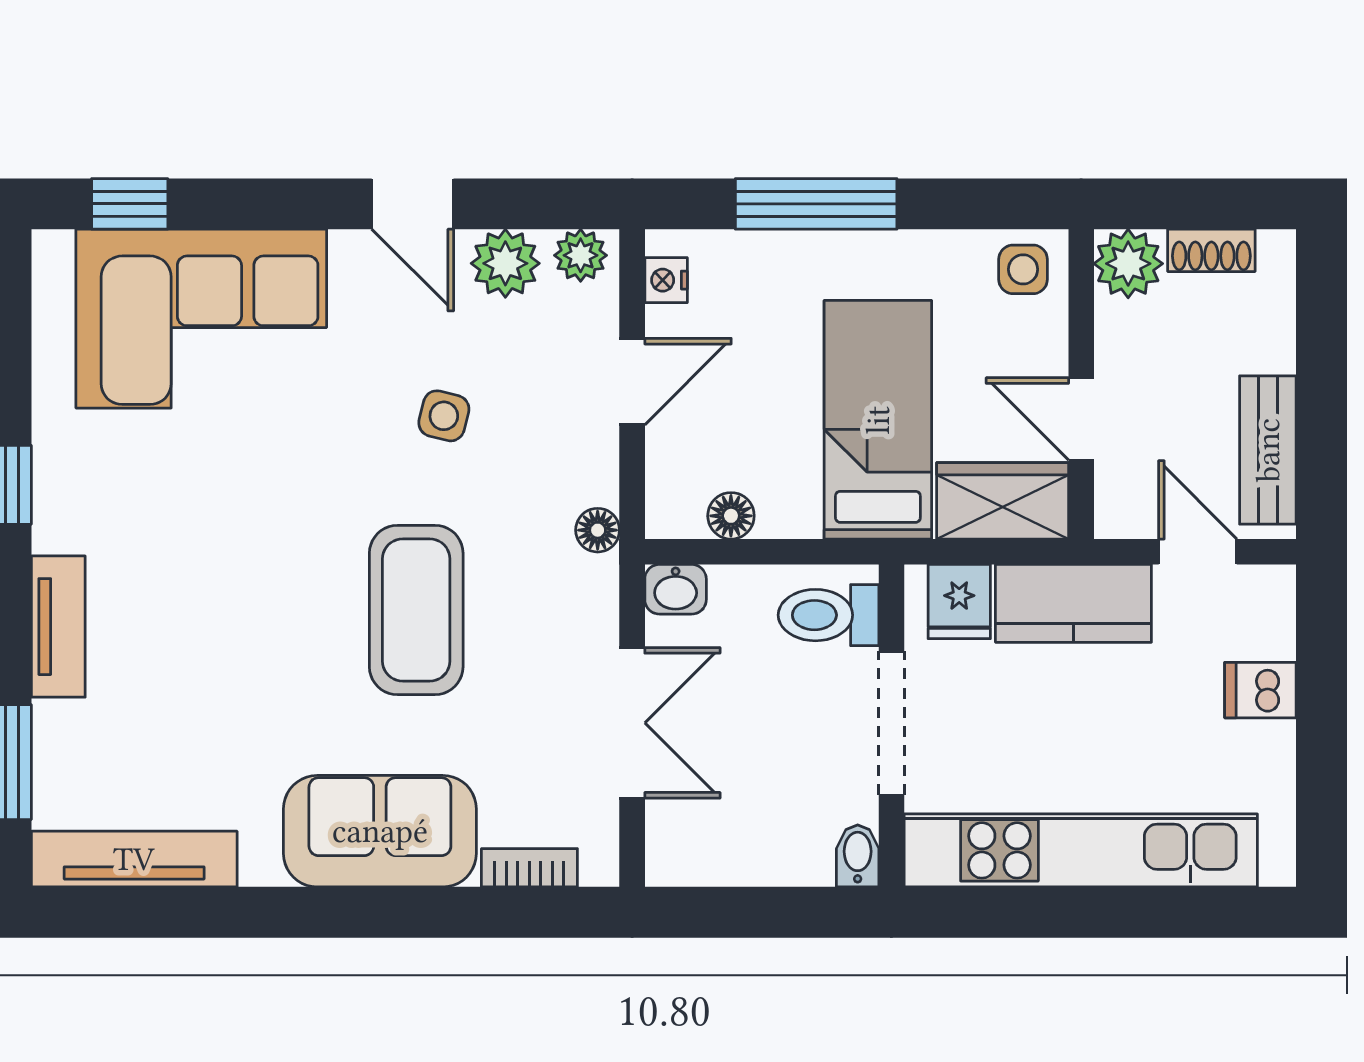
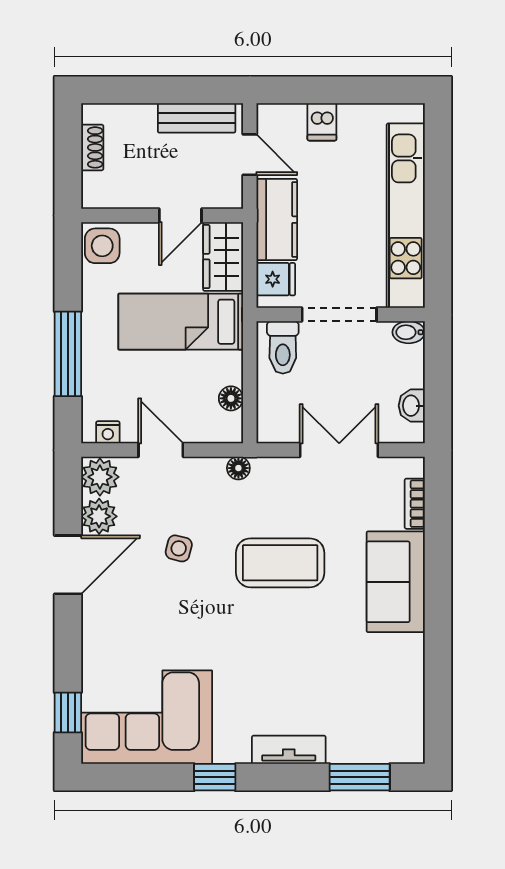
door: (413, 204) -> (68, 565), width x1.38
plant: (581, 255) -> (100, 477), width x1.38, depth x1.38
plant: (1128, 264) -> (99, 191), removed
side table: (1023, 269) -> (102, 246), width x1.37, depth x1.37
corner sofa: (201, 319) -> (147, 717), moved, turned -90
door: (1198, 552) -> (250, 155), swing flipped
washbasin: (676, 589) -> (412, 406), moved, turned 180
tv unit: (134, 859) -> (410, 710), removed

